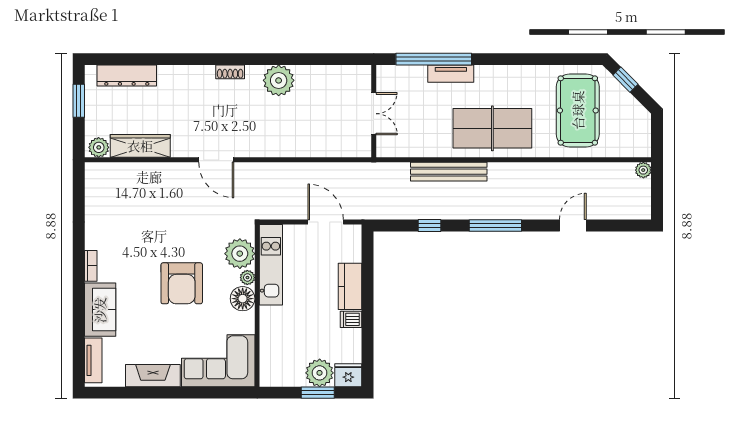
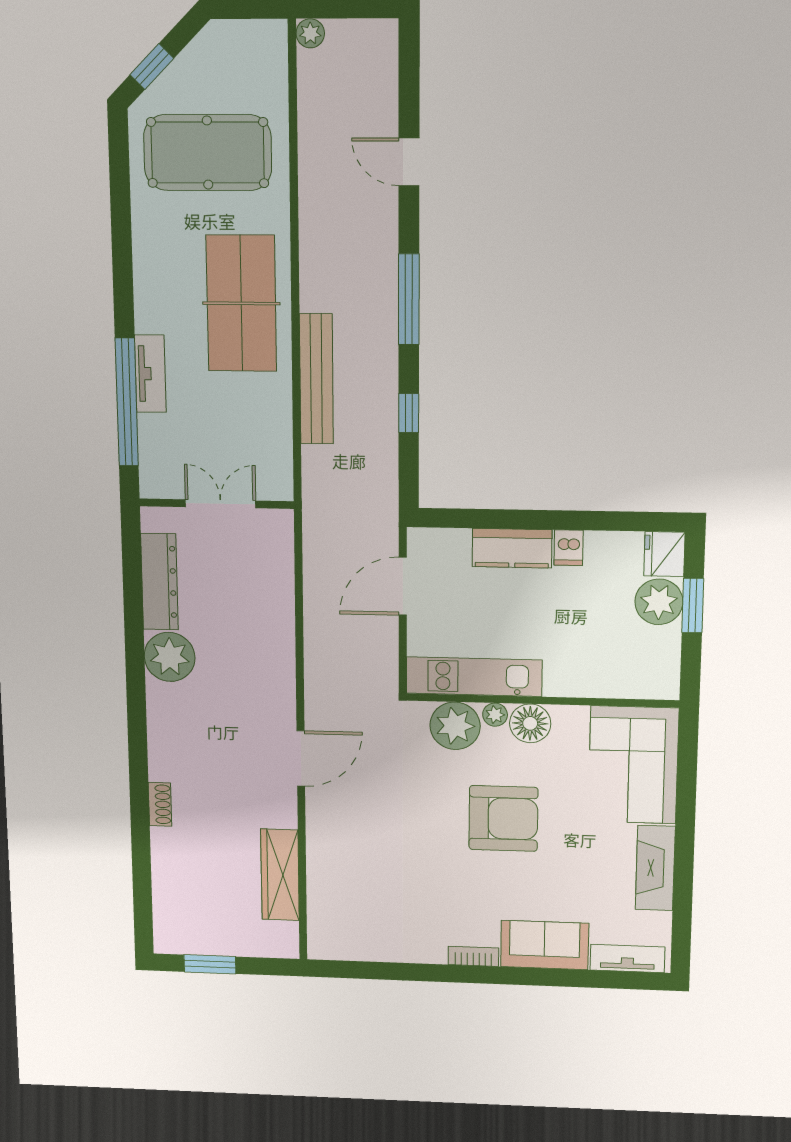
shoe rack: (230, 72) -> (160, 804), moved
dresser: (127, 76) -> (159, 582), moved
plant: (99, 147) -> (283, 937), removed

